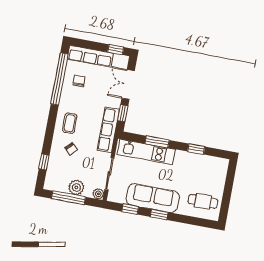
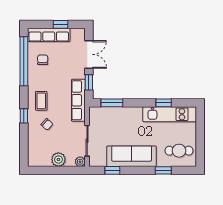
window: (116, 50) -> (61, 24), moved
double door: (128, 84) -> (89, 54), swing flipped
window: (157, 142) -> (112, 103), moved
kitchen unit: (146, 152) -> (170, 114), moved
window: (44, 162) -> (24, 116), moved
window: (68, 198) -> (53, 170), removed
window: (159, 214) -> (163, 170), moved

